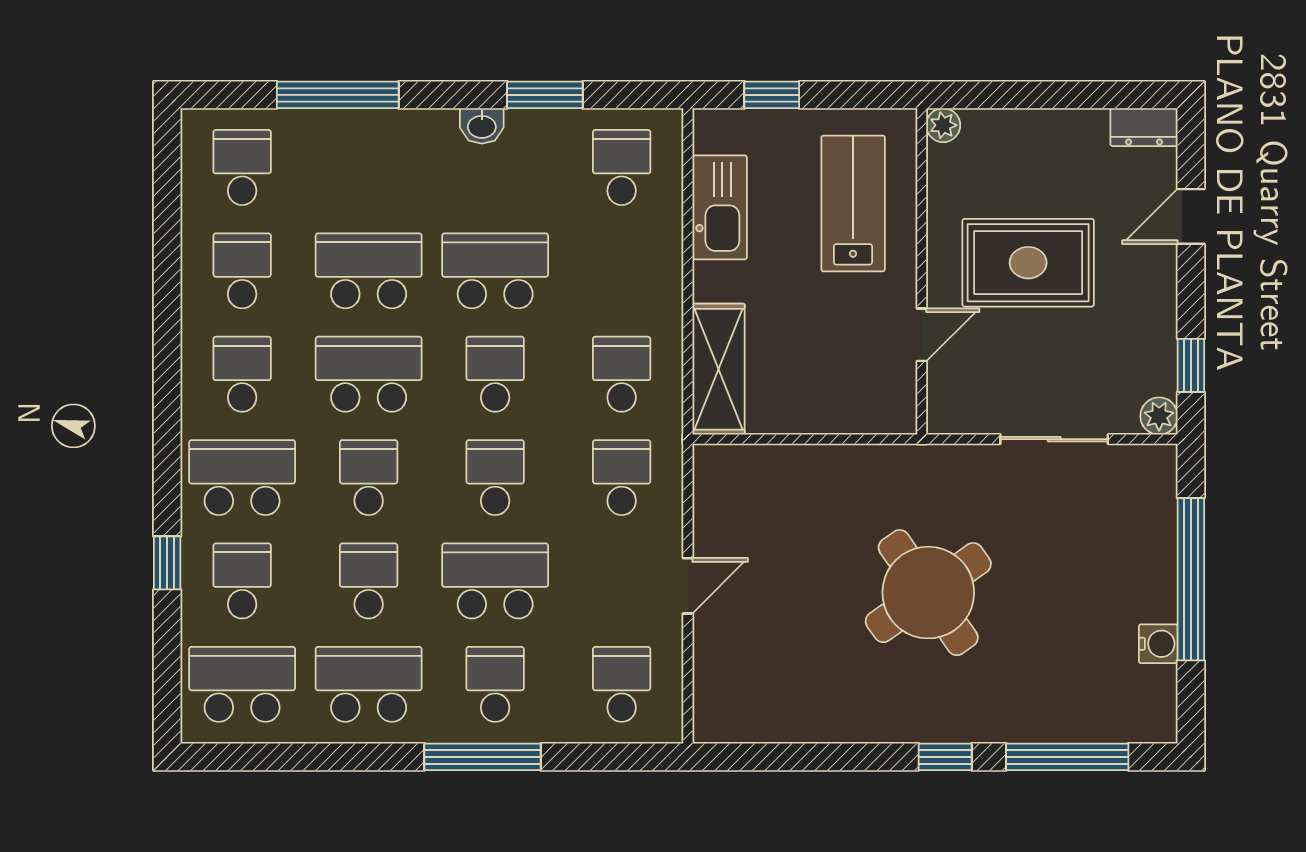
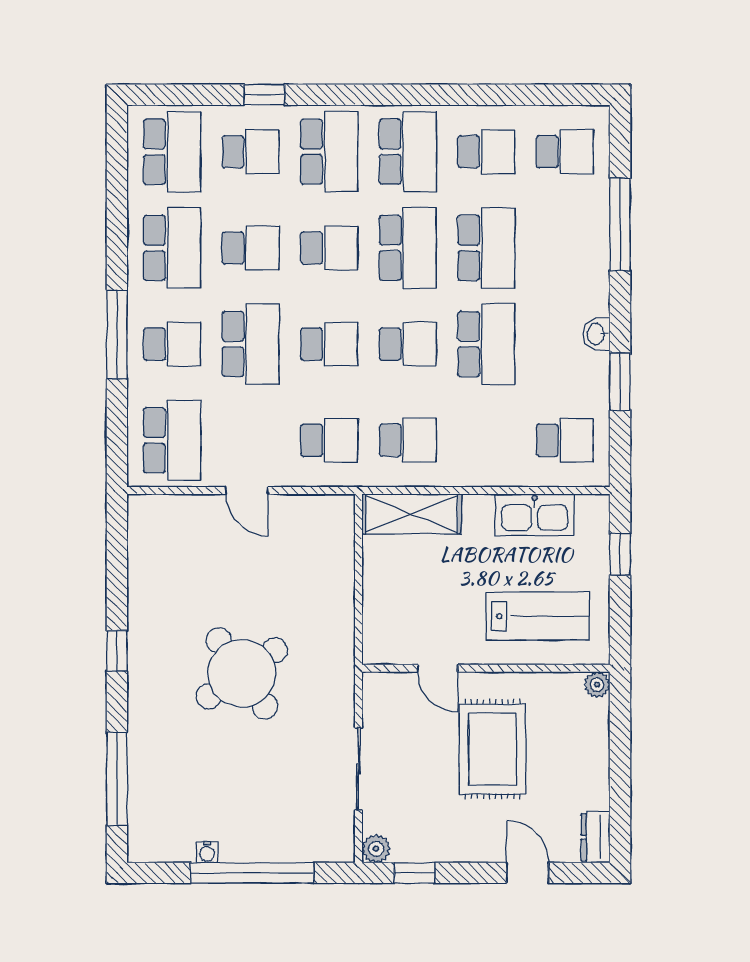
school desk: (242, 374) -> (408, 152), width x1.85
water cooler: (1158, 644) -> (207, 852), width x0.72, depth x0.72
school desk: (622, 684) -> (172, 440), width x1.85
window: (945, 757) -> (117, 651), moved

